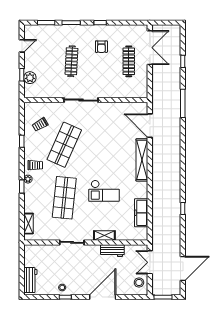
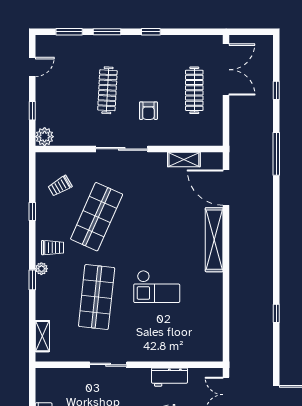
armchair: (101, 47) -> (148, 111), moved
plant: (30, 78) -> (45, 137), moved
freezer: (141, 213) -> (213, 320), removed
shelving: (104, 236) -> (184, 159), moved

